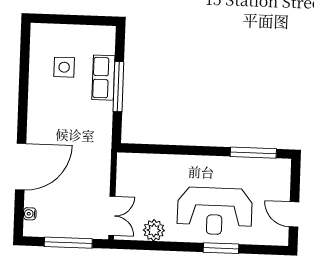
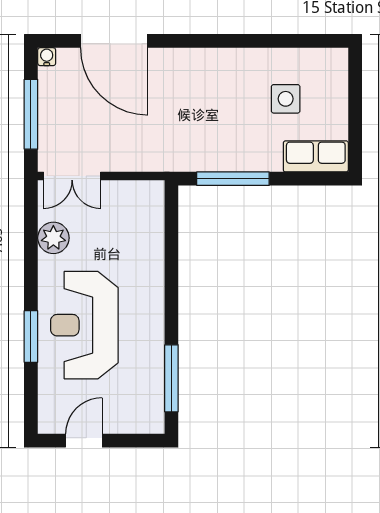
row of seats: (103, 78) -> (316, 156), moved
window: (118, 87) -> (233, 179), moved
door: (21, 167) -> (114, 41), moved
water cooler: (30, 214) -> (47, 57), moved

